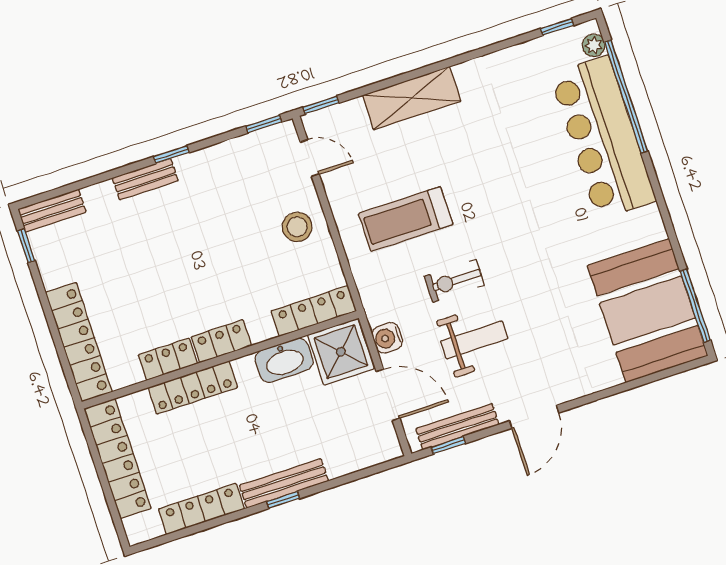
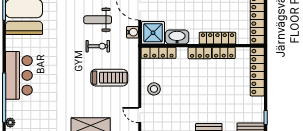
bar counter: (603, 138) -> (19, 75), width x0.73

